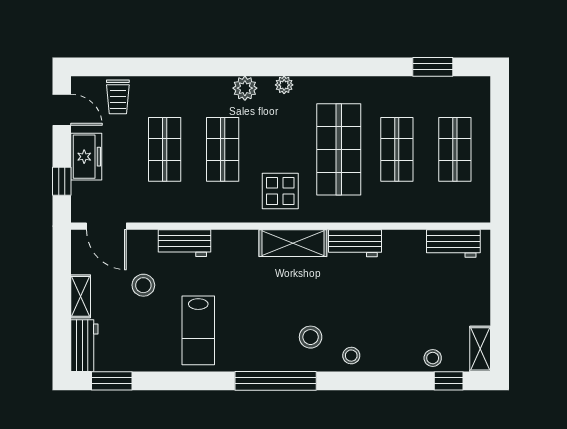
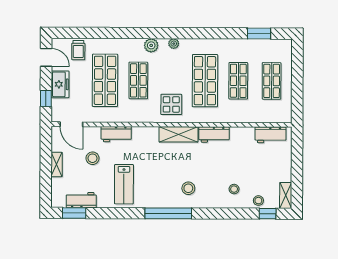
shop shelf: (165, 149) -> (105, 80), width x1.43, depth x1.36
workbench: (84, 346) -> (81, 200), moved, turned -90
stool: (351, 356) -> (234, 189), moved

